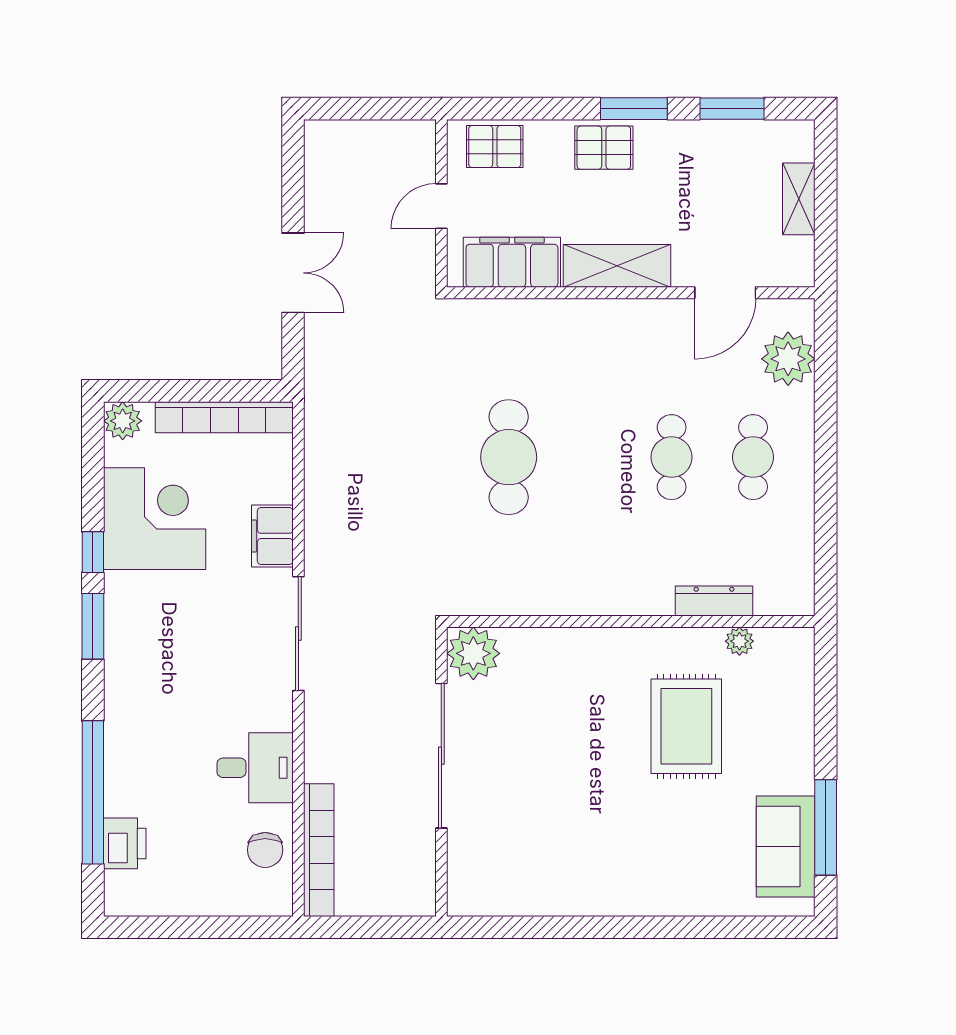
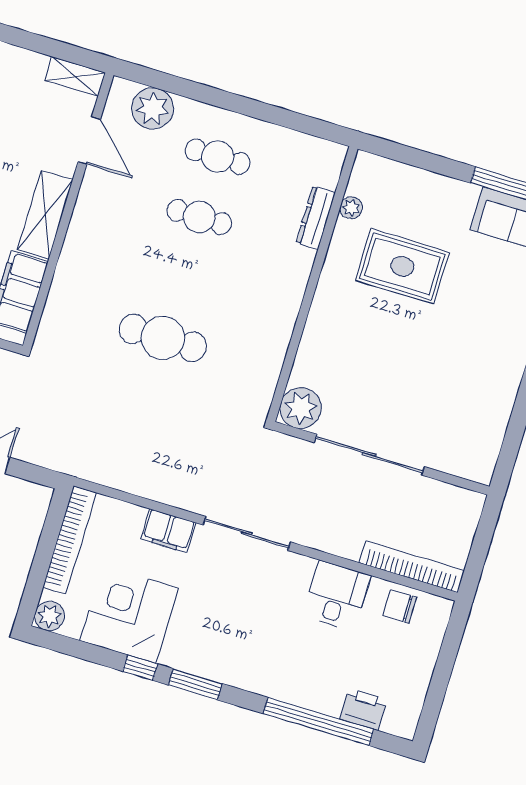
shelving: (799, 199) -> (75, 77), moved
chair: (265, 850) -> (400, 607), turned 180

